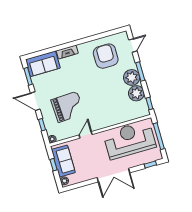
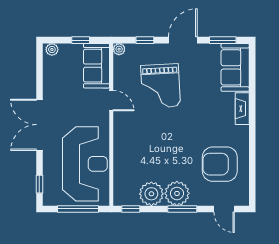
armchair: (106, 56) -> (220, 164), turned 180
sofa: (63, 161) -> (96, 66), moved, turned 90

